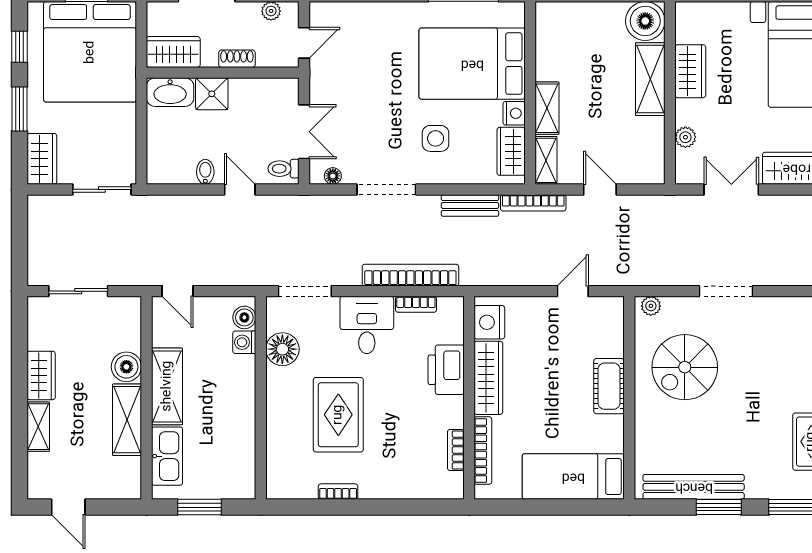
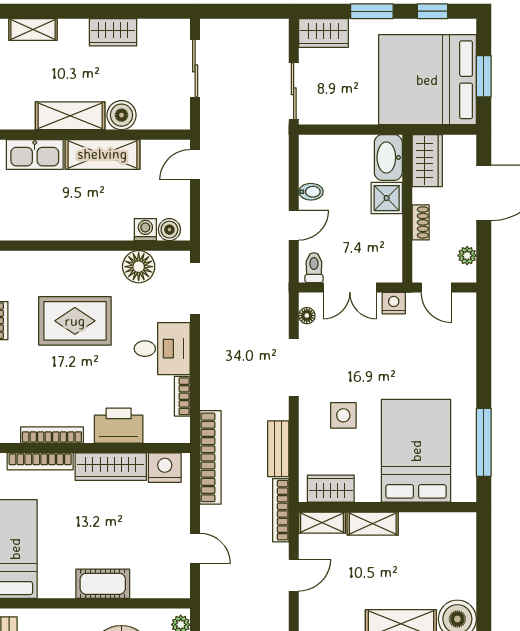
nightstand: (514, 113) -> (394, 303), moved, turned 180
bookcase: (410, 275) -> (211, 457), moved
shelving: (38, 427) -> (33, 29), moved
bookcase: (456, 450) -> (52, 435), width x1.56

